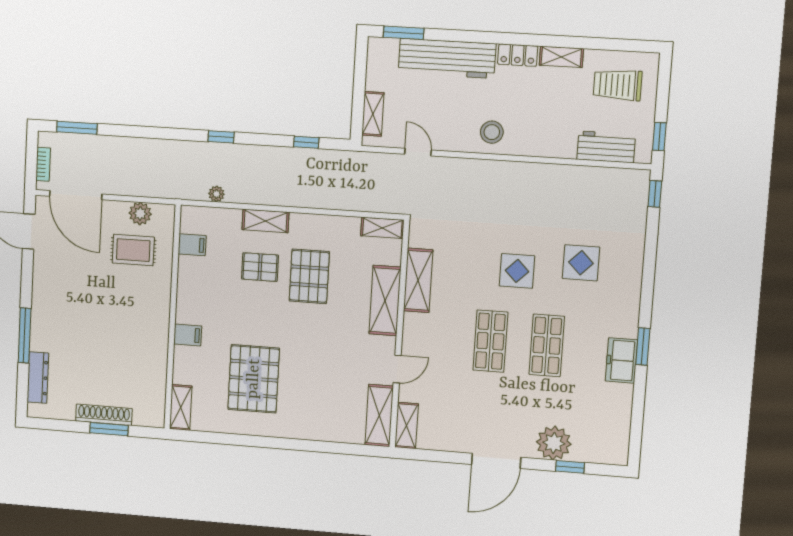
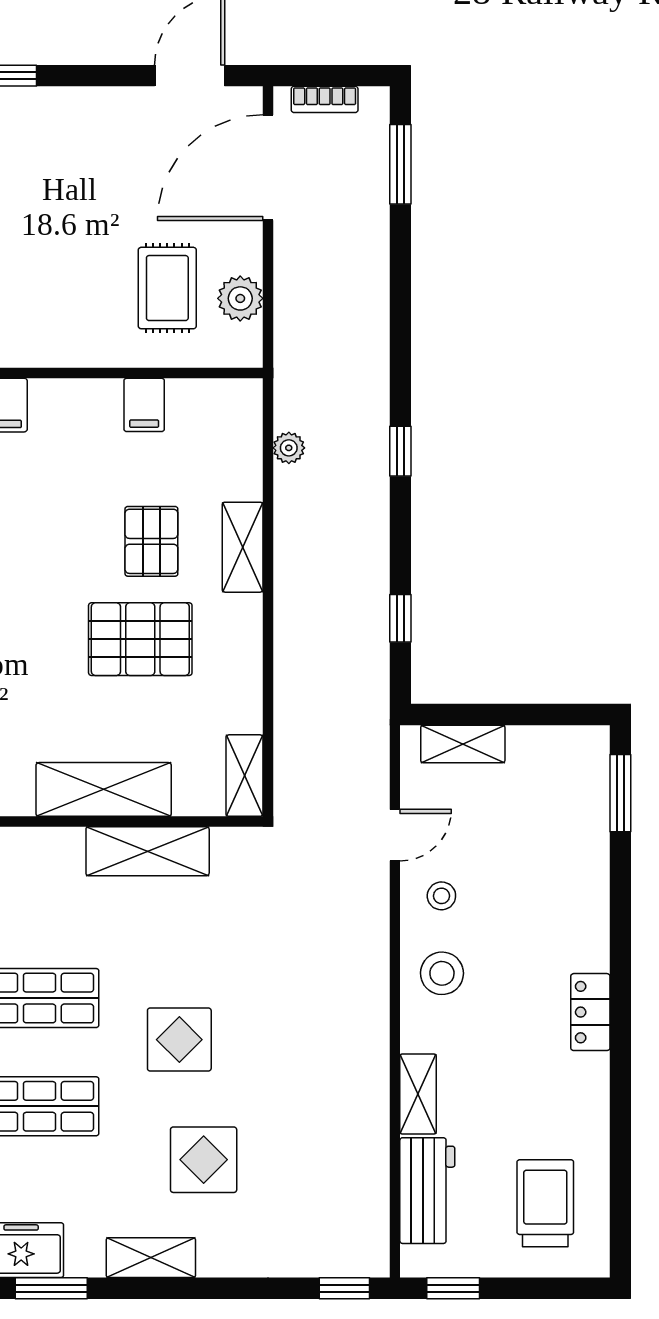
shelving: (561, 57) -> (418, 1094), moved
workbench: (447, 58) -> (577, 879), removed
stool: (451, 130) -> (441, 896), added
filing cabinet: (192, 245) -> (144, 405), moved
shelving: (631, 294) -> (151, 1258), added

